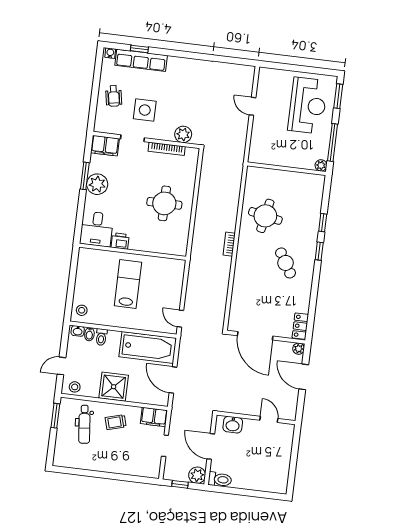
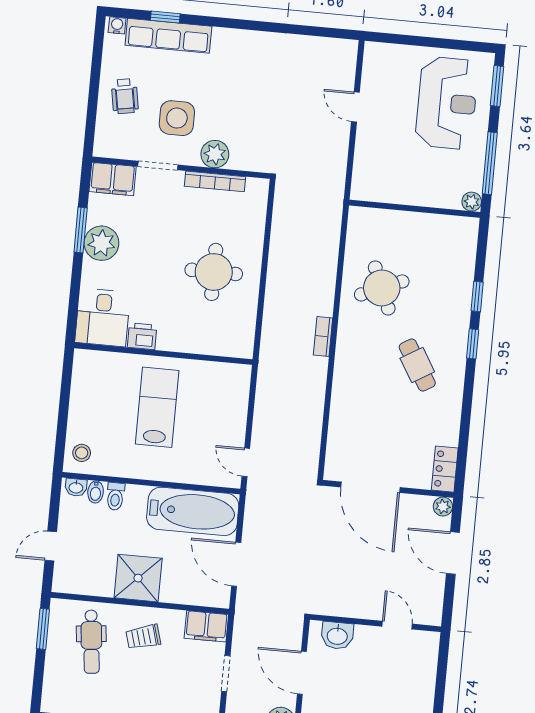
plant: (183, 134) -> (215, 154), moved
round table: (265, 216) -> (382, 288), turned -34
stool: (75, 387) -> (74, 580), removed

